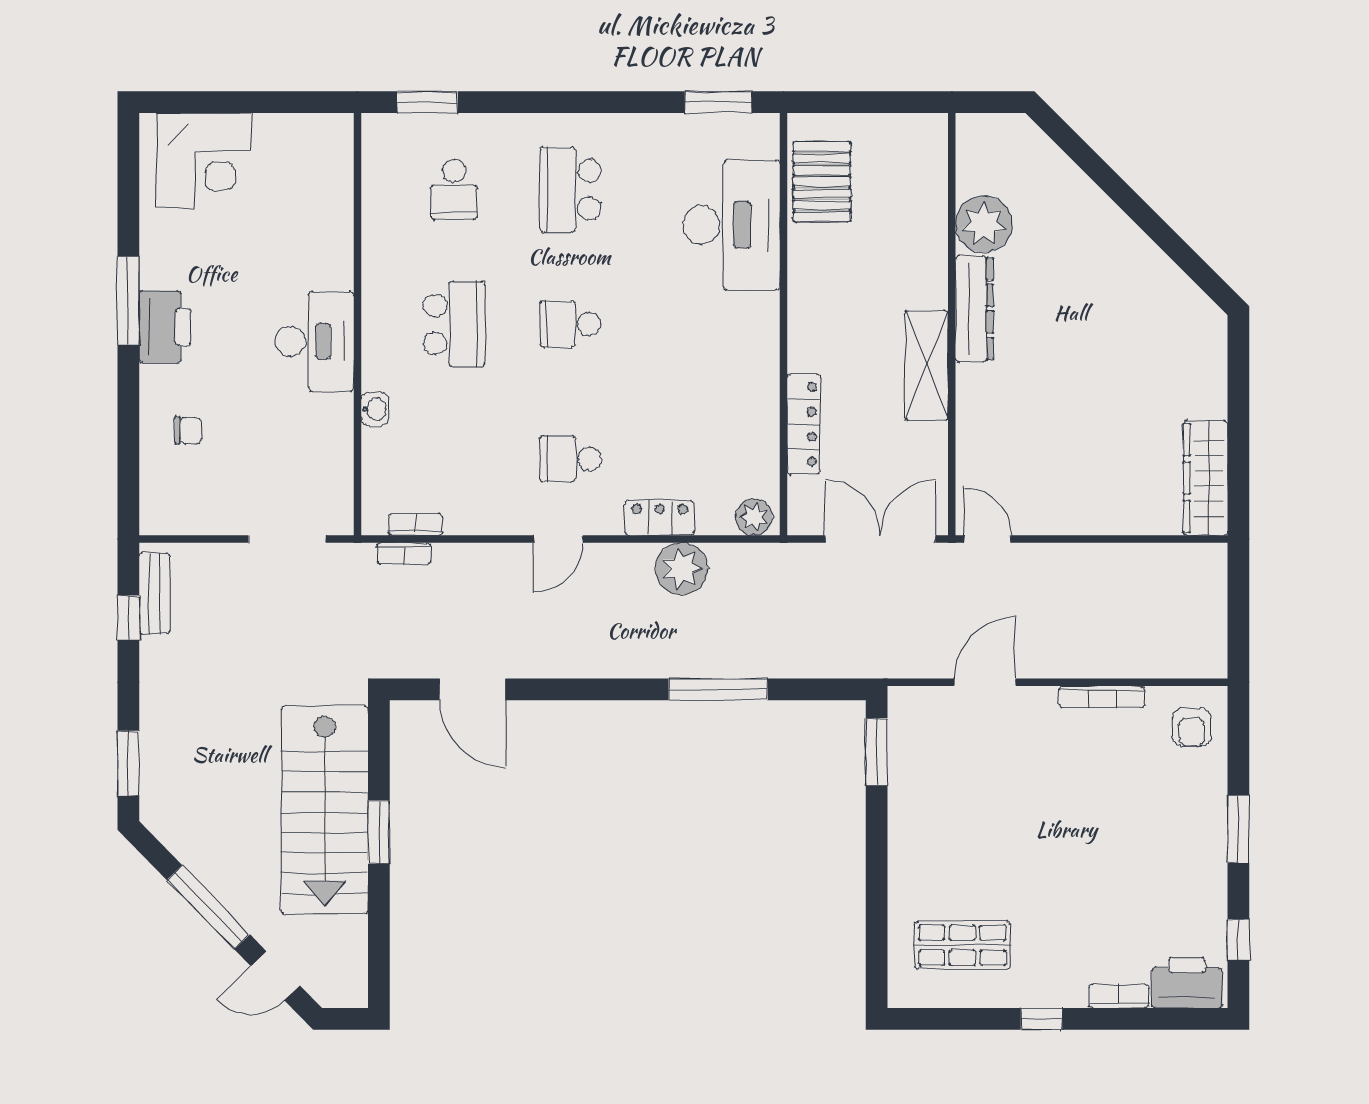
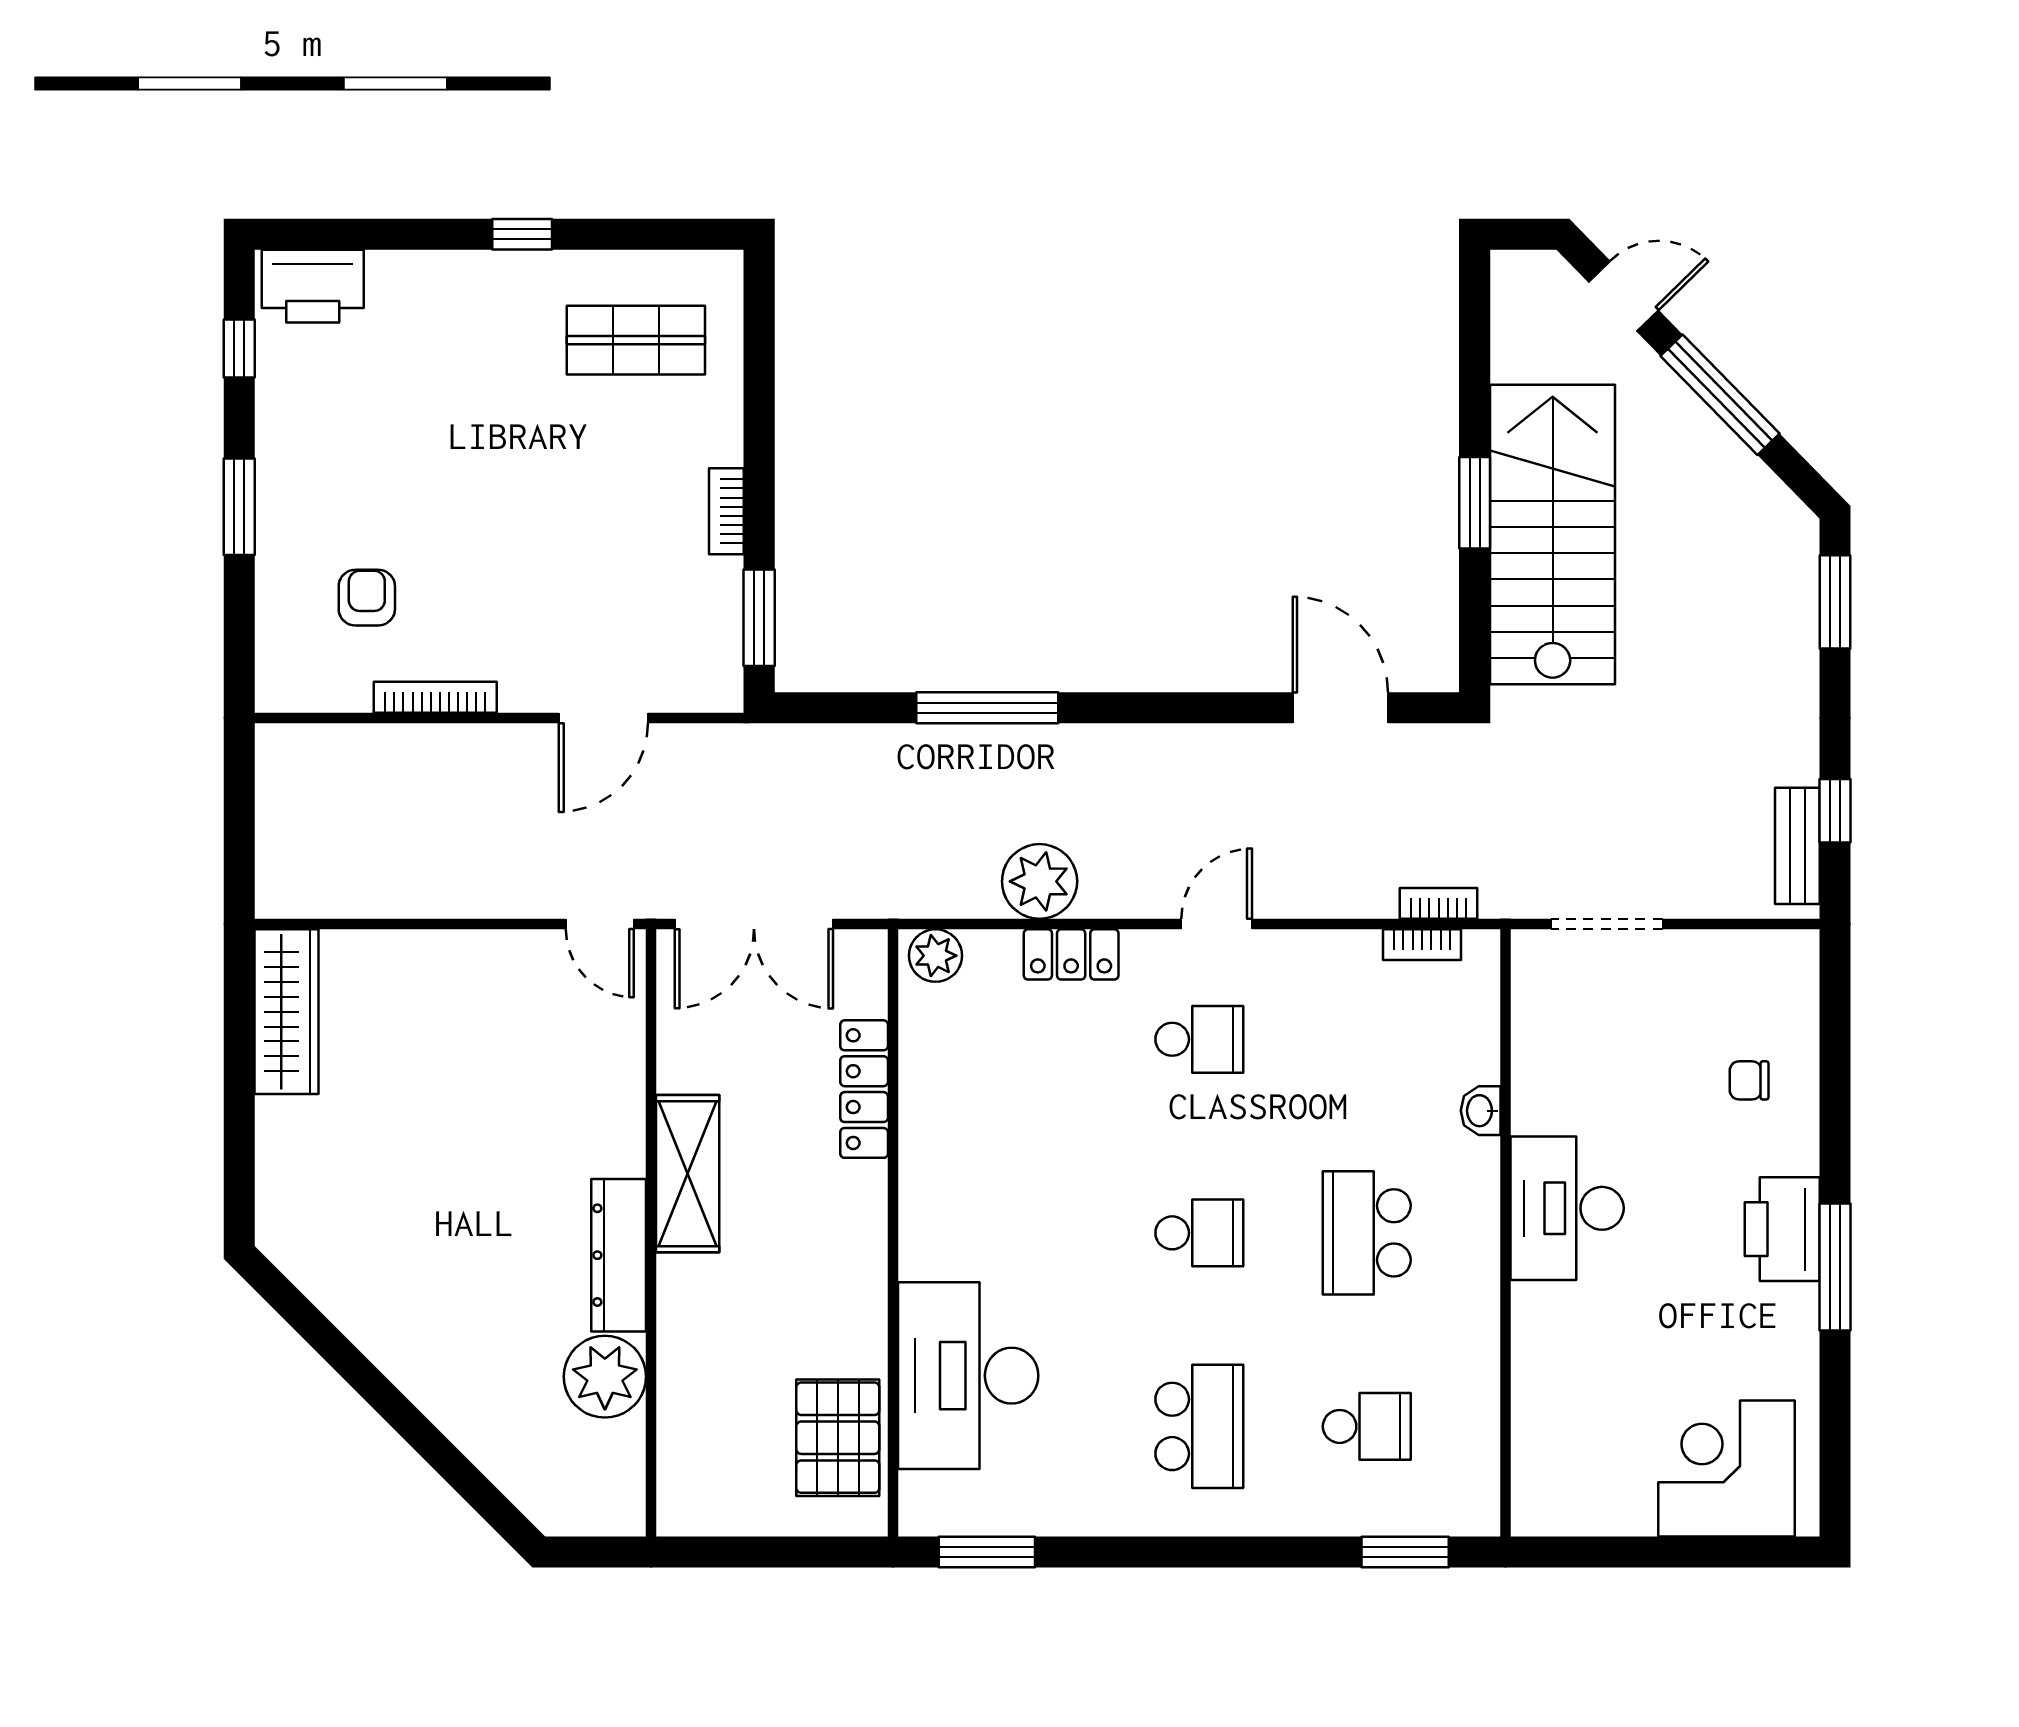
school desk: (454, 190) -> (1367, 1426), turned 90
armchair: (1192, 727) -> (367, 598), moved
bookcase: (1119, 996) -> (726, 511), moved, turned 90

